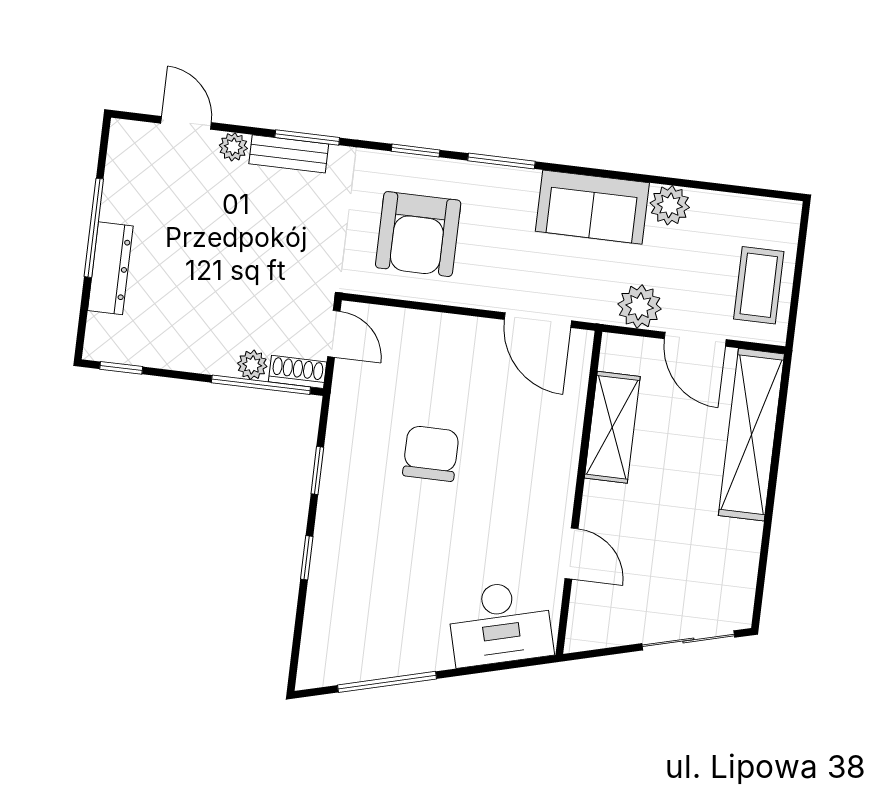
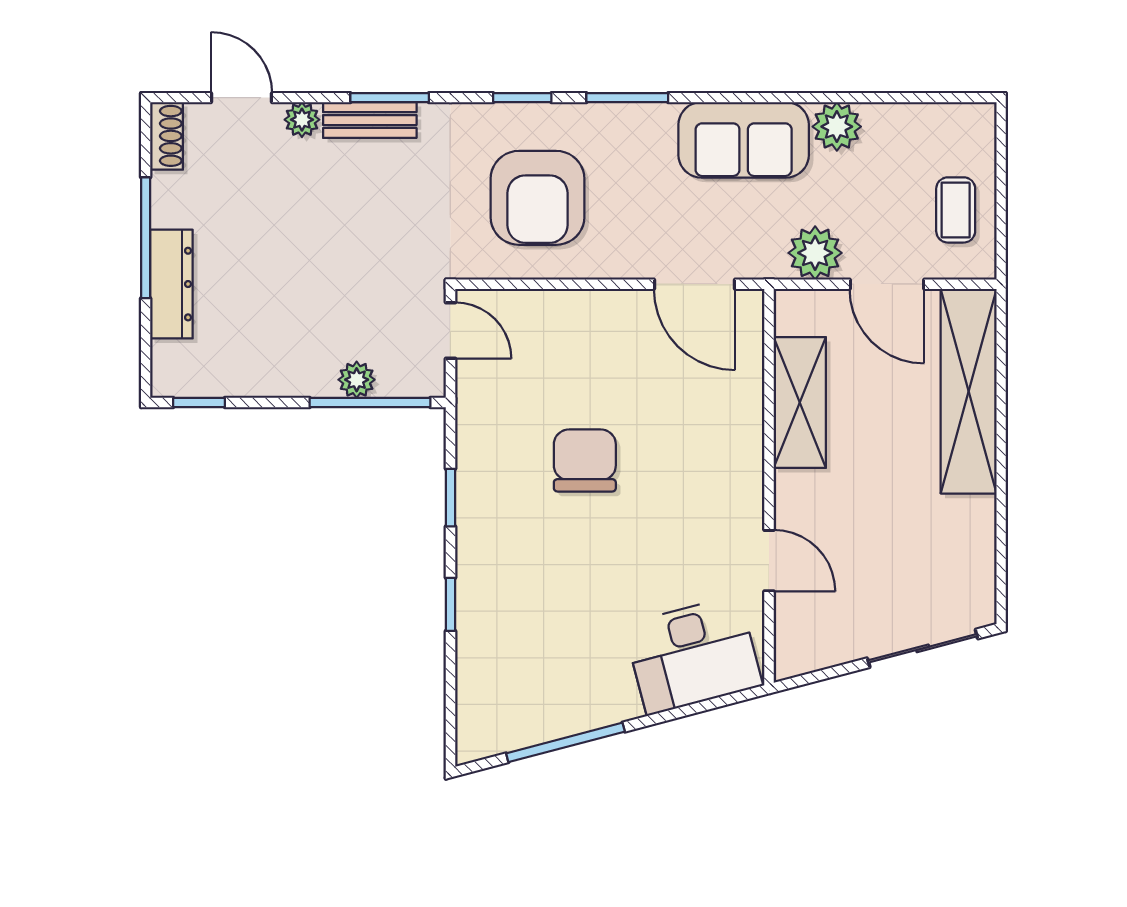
coffee table: (759, 285) -> (956, 210), width x0.73, depth x0.77
shoe rack: (298, 372) -> (167, 136), moved, turned 90

